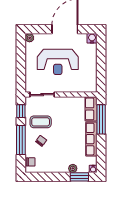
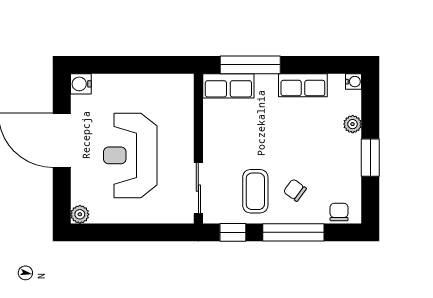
reception desk: (58, 62) -> (130, 155), turned 180
row of seats: (91, 139) -> (303, 85), width x0.68
window: (79, 177) -> (370, 158), moved

